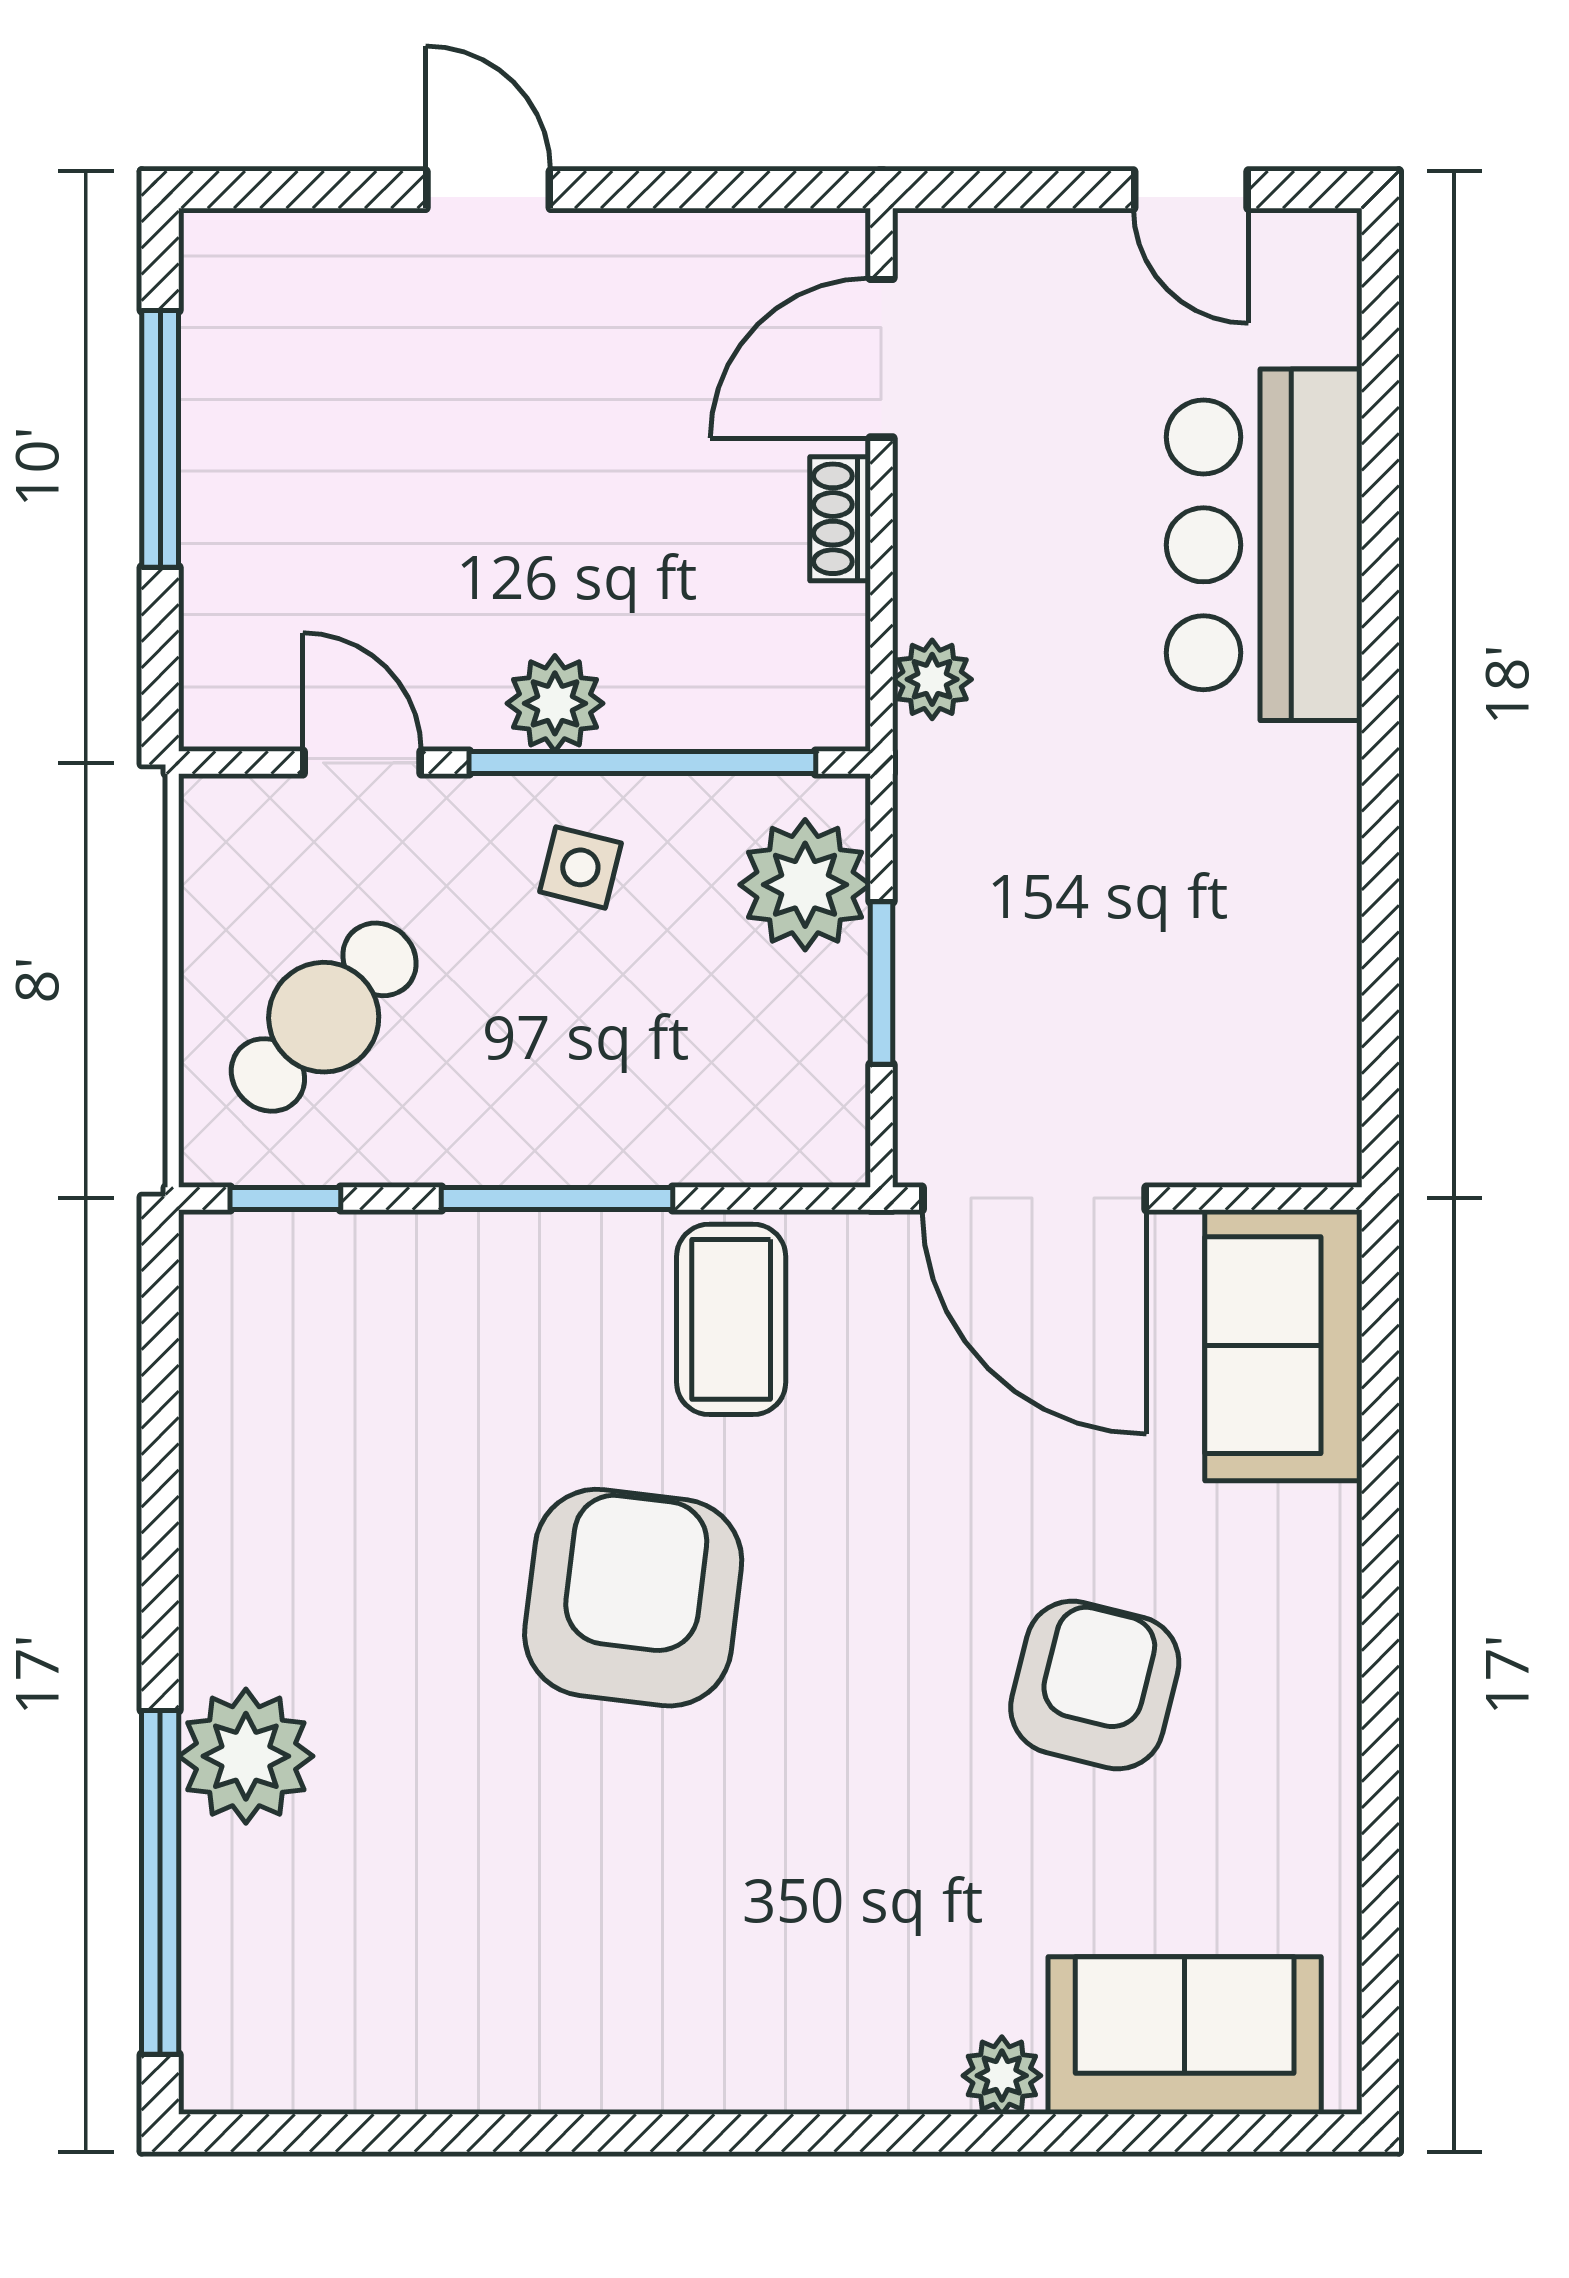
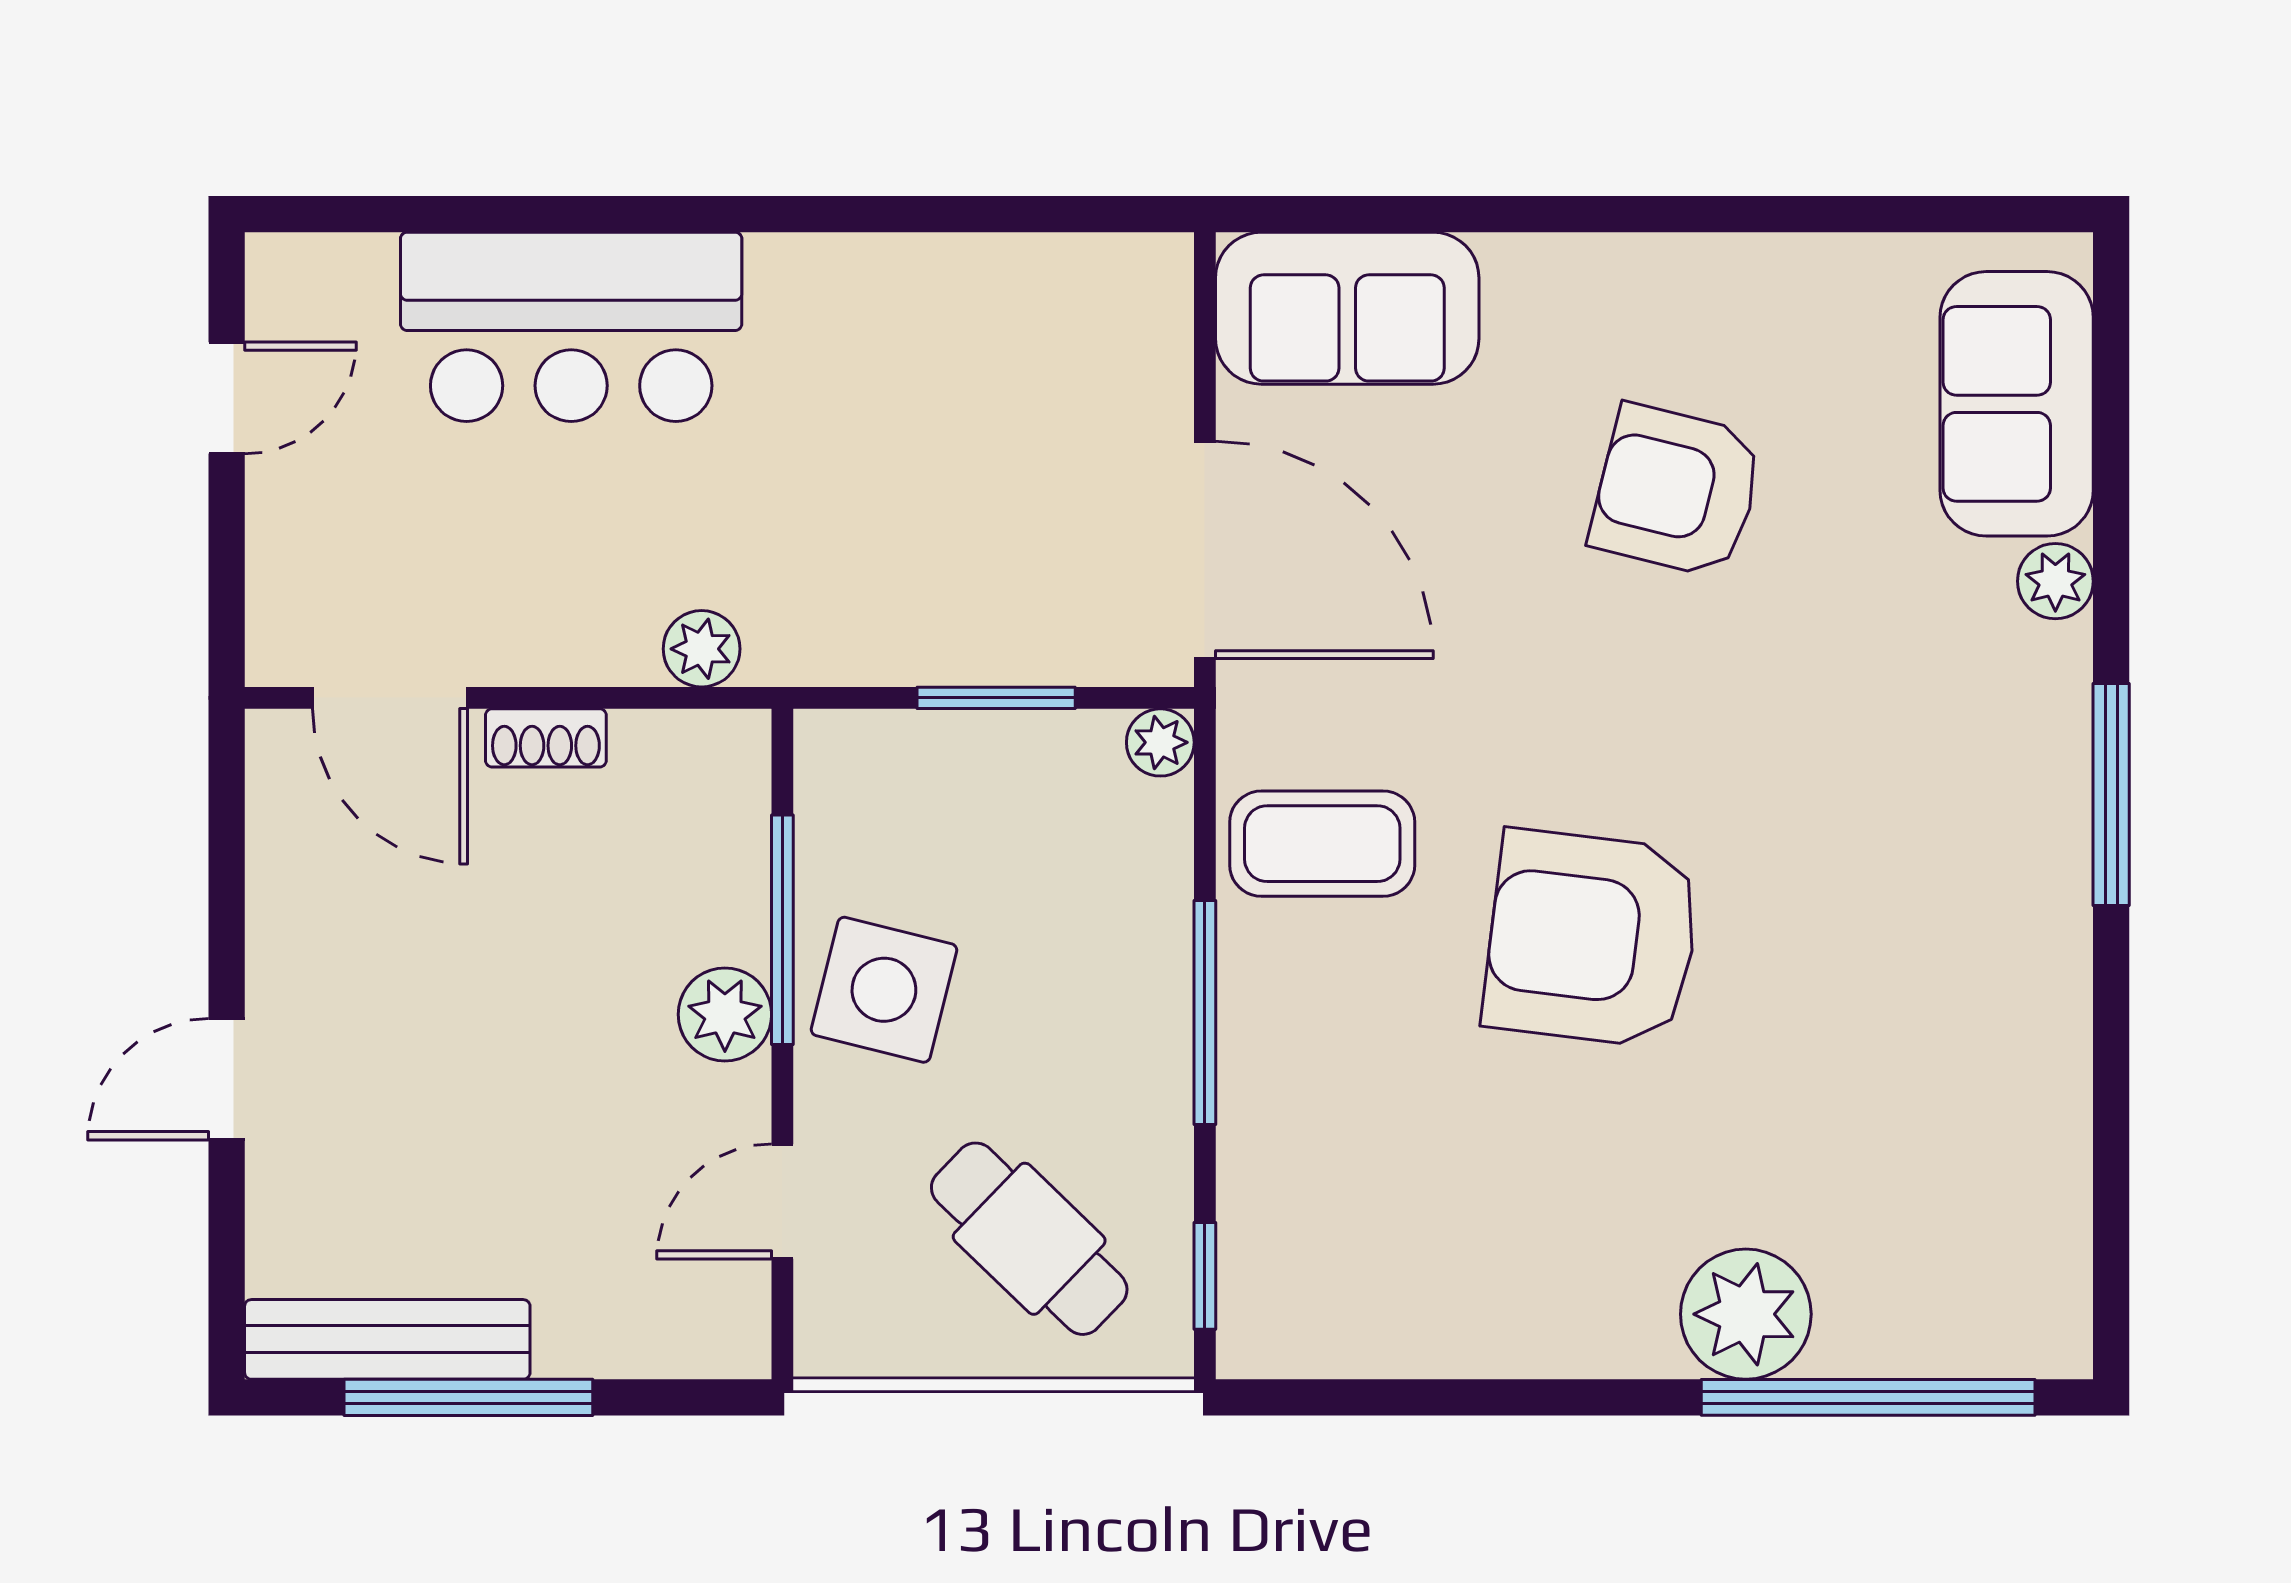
bench: (220, 355) -> (387, 1339), added
window: (642, 763) -> (782, 930), width x0.68
side table: (580, 867) -> (884, 990), width x1.87, depth x1.87
plant: (805, 885) -> (1160, 742), moved, width x0.53, depth x0.53
door: (1034, 1198) -> (1205, 550), hinge flipped
window: (782, 2133) -> (2111, 795), added

